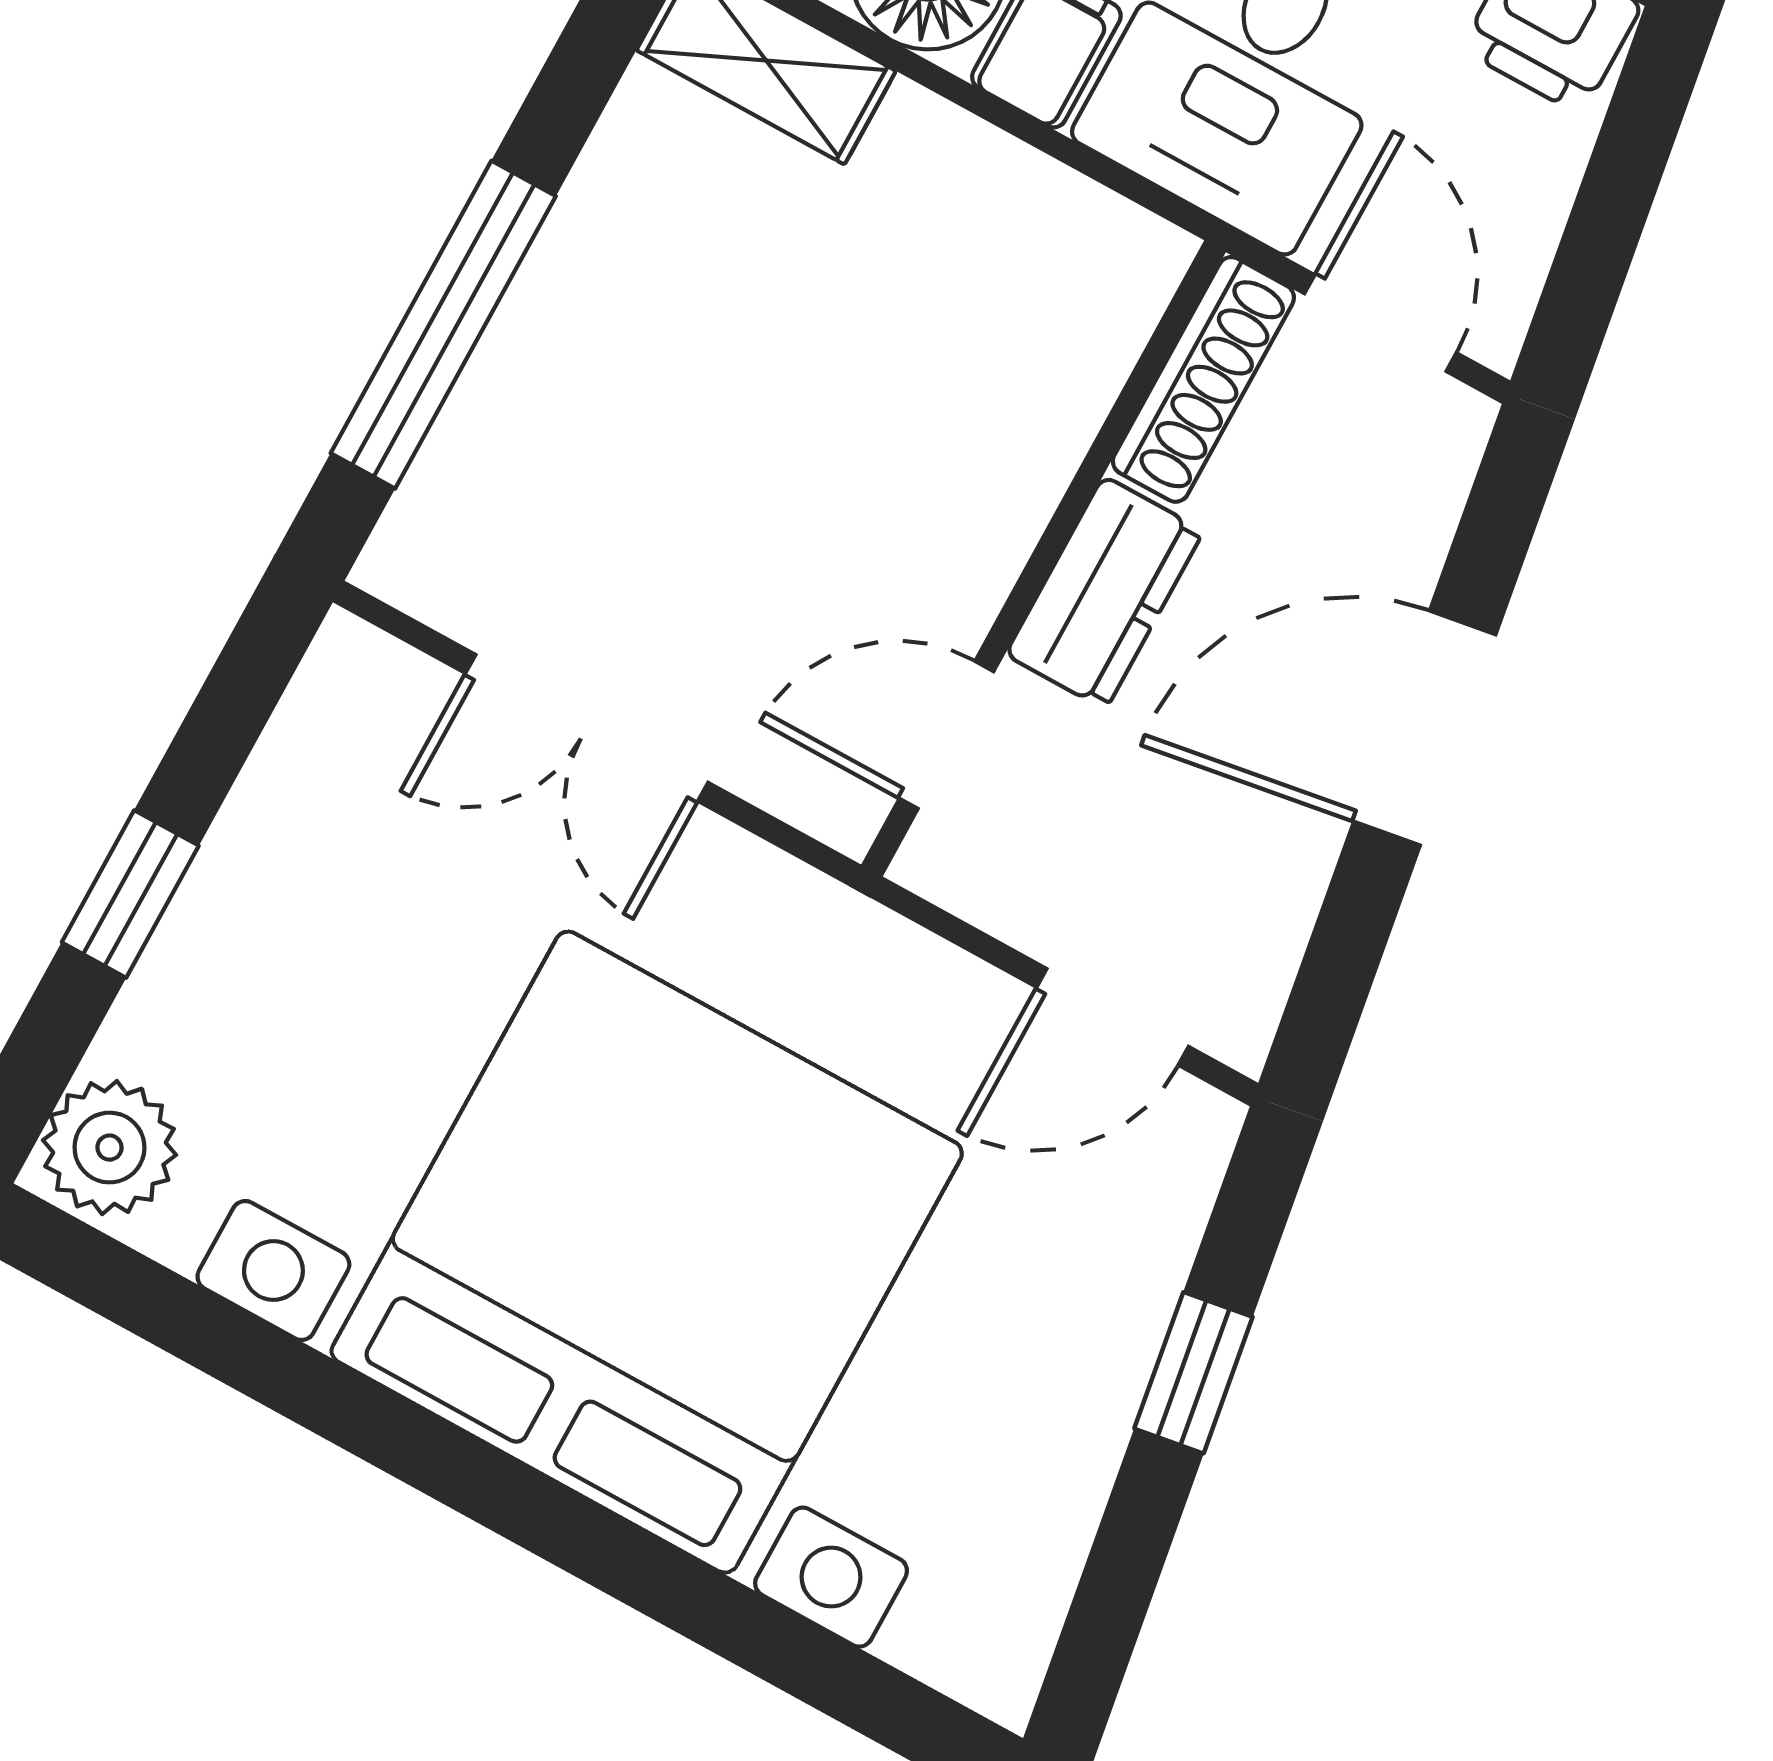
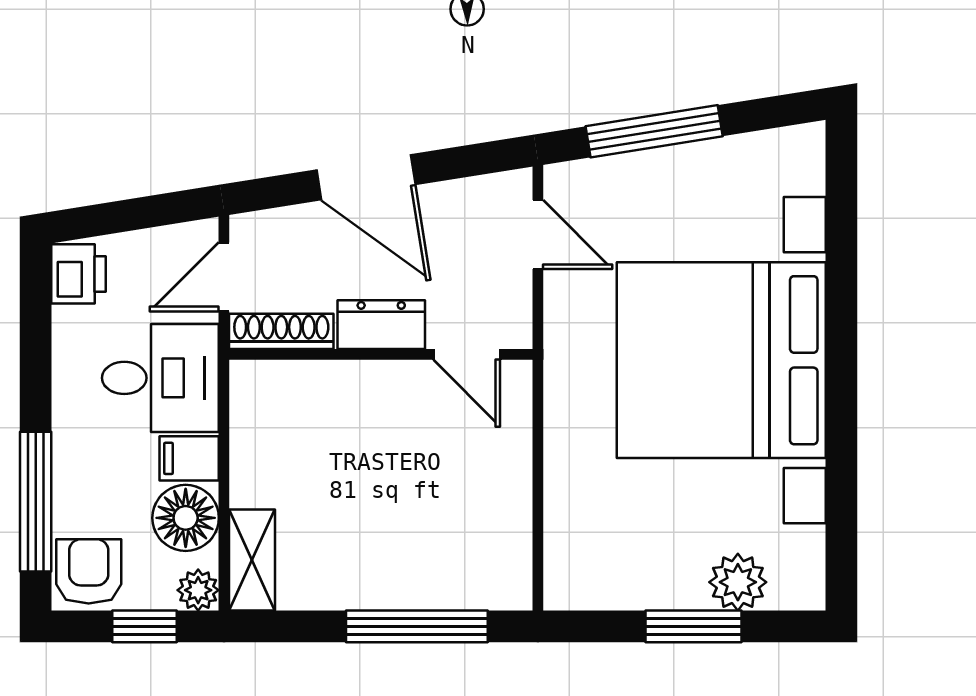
double door: (587, 728) -> (538, 490), removed
window: (130, 894) -> (694, 626), width x1.50
plant: (109, 1148) -> (738, 582), moved
window: (1193, 1373) -> (654, 131), width x2.17

